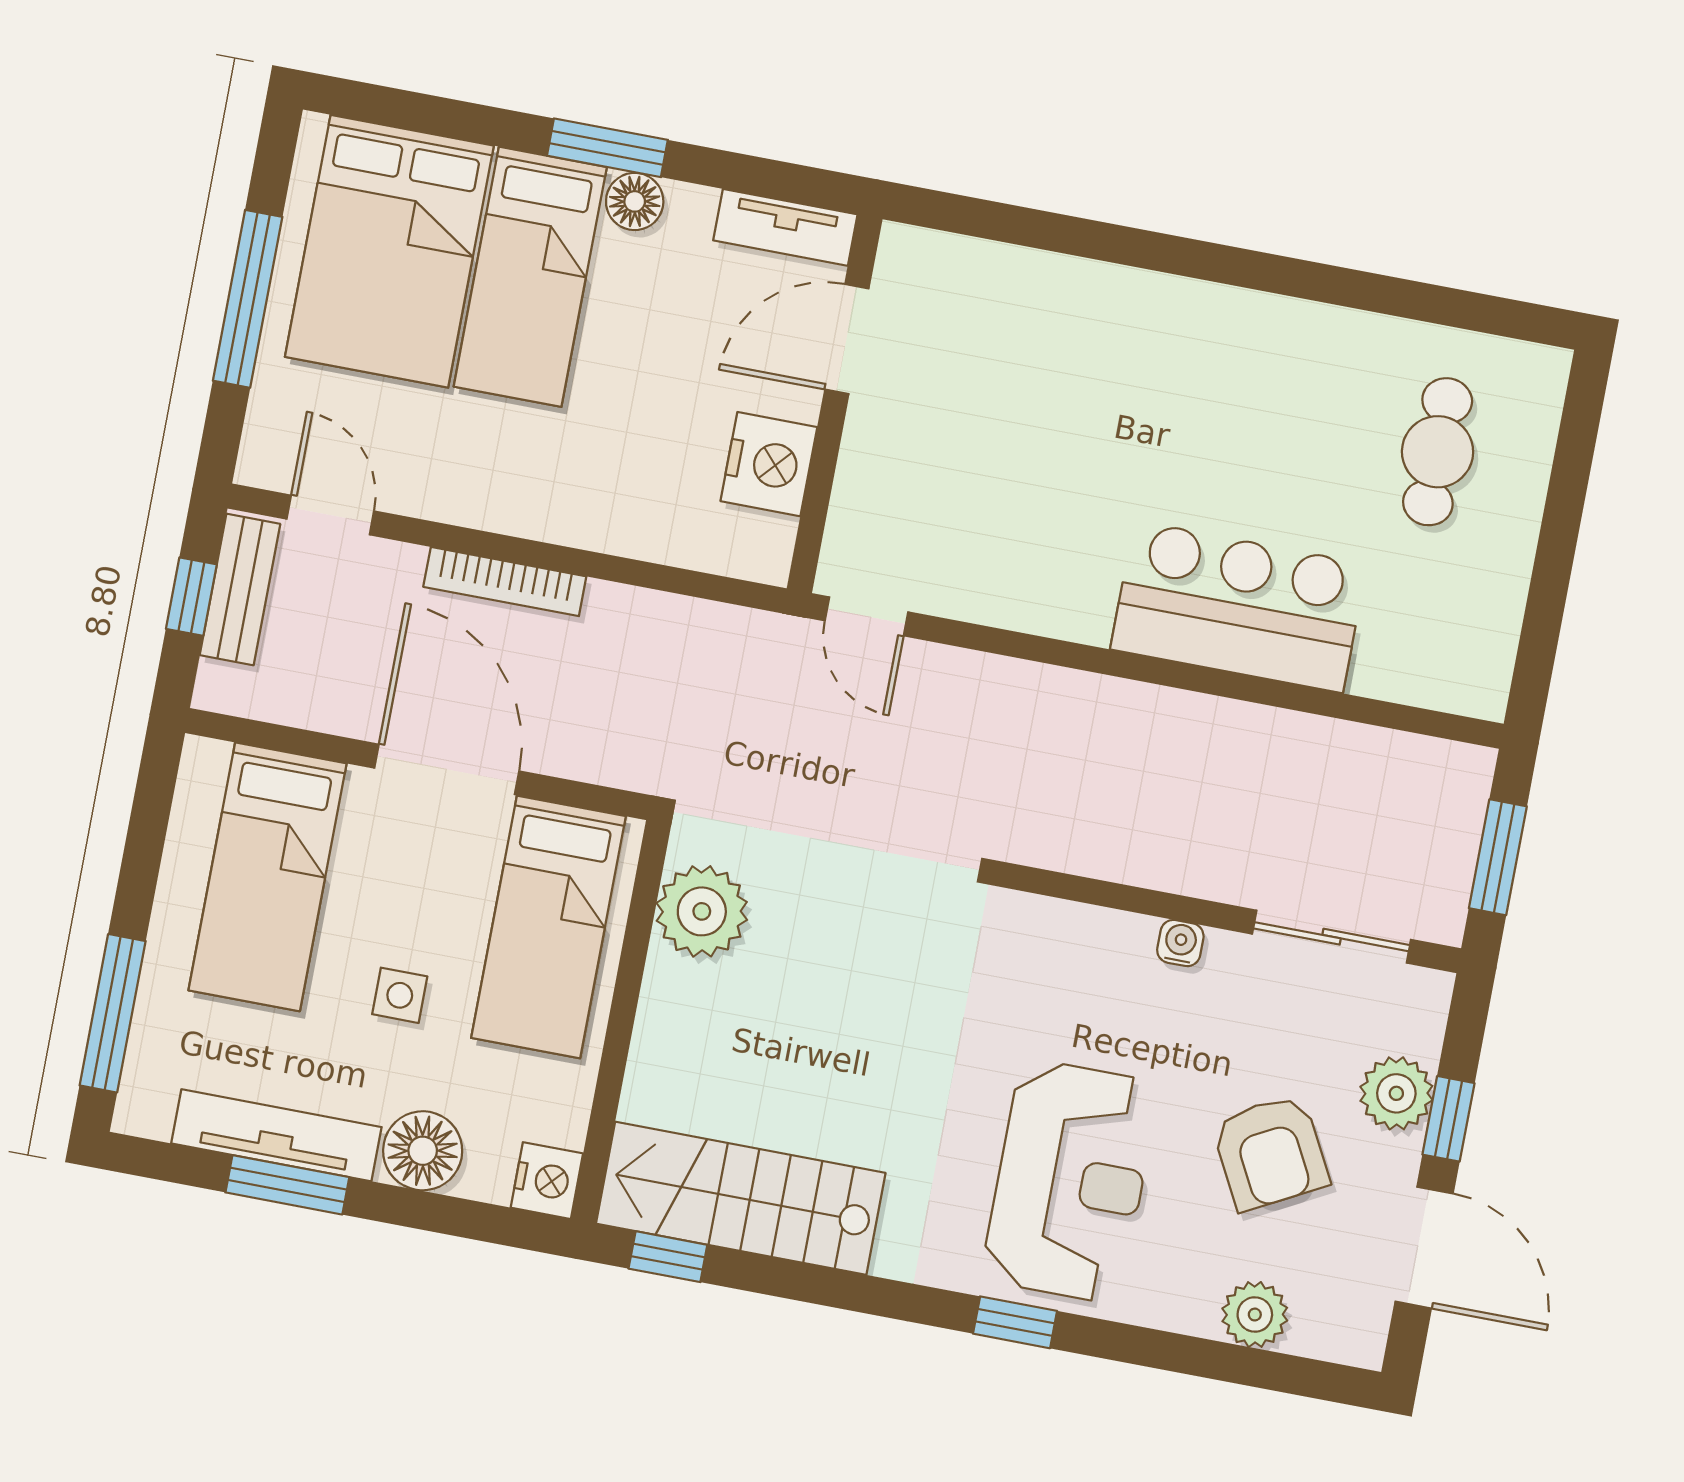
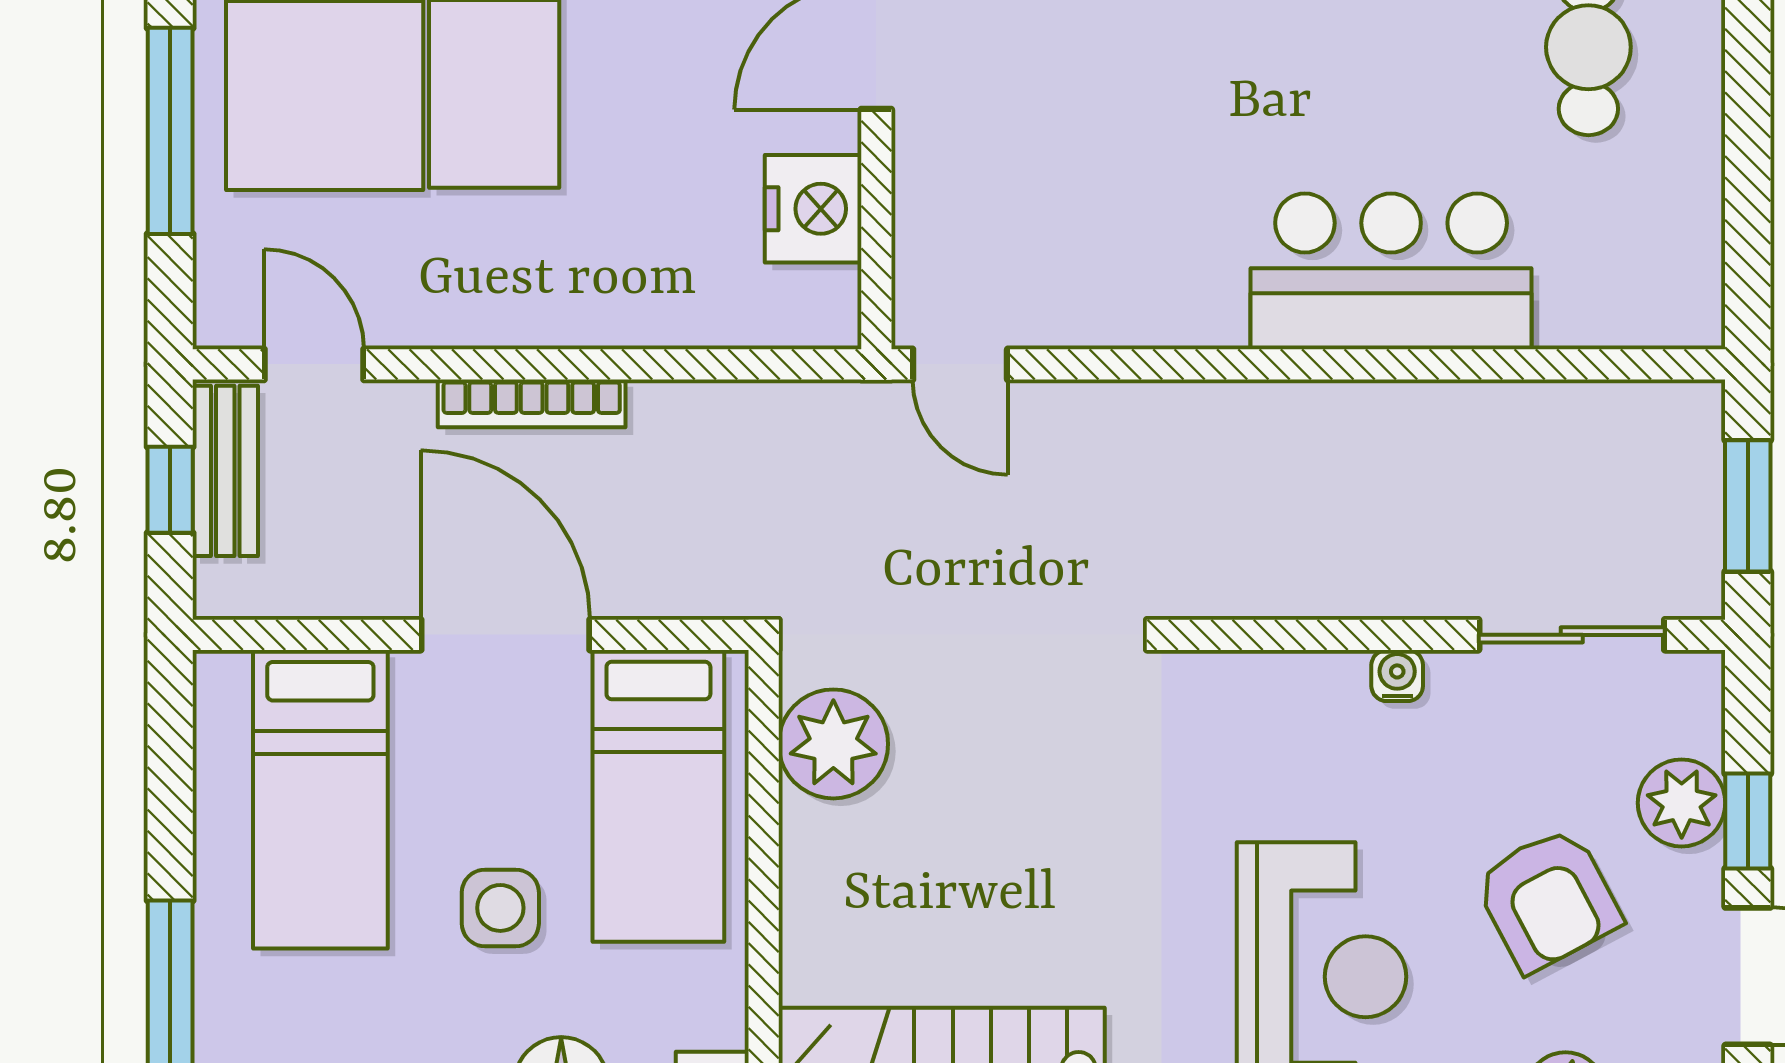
side table: (400, 995) -> (500, 908), width x1.37, depth x1.37

